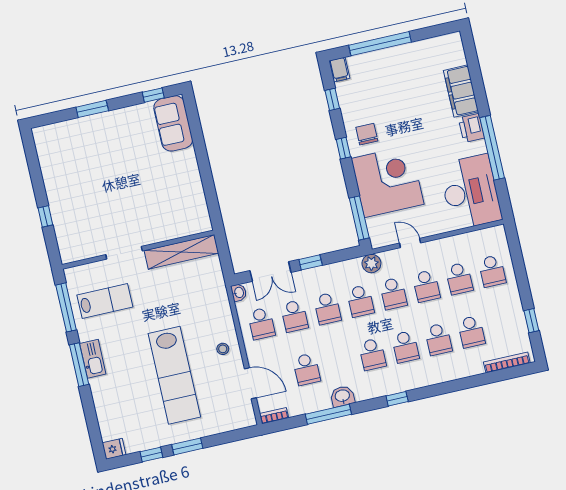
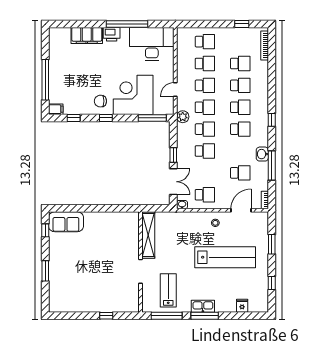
school desk: (294, 316) -> (205, 173), removed
window: (187, 446) -> (272, 244), moved
fridge: (114, 449) -> (242, 306), moved

